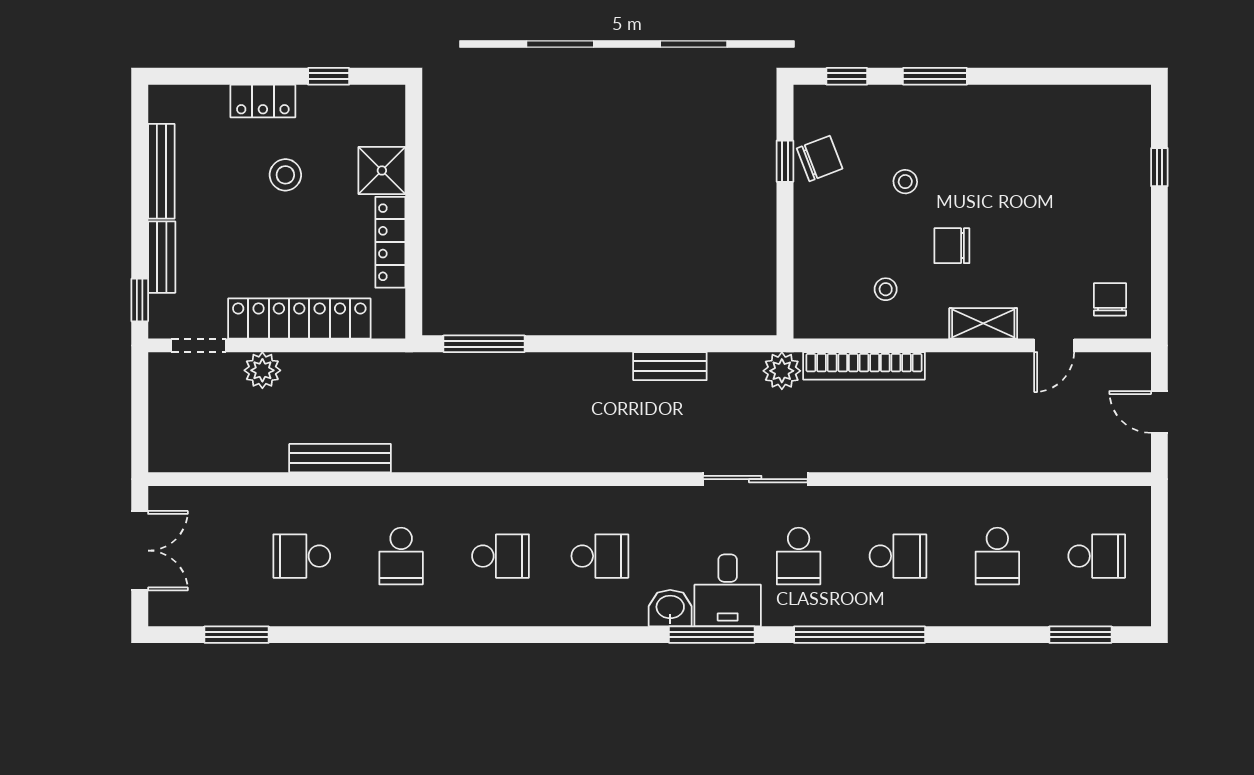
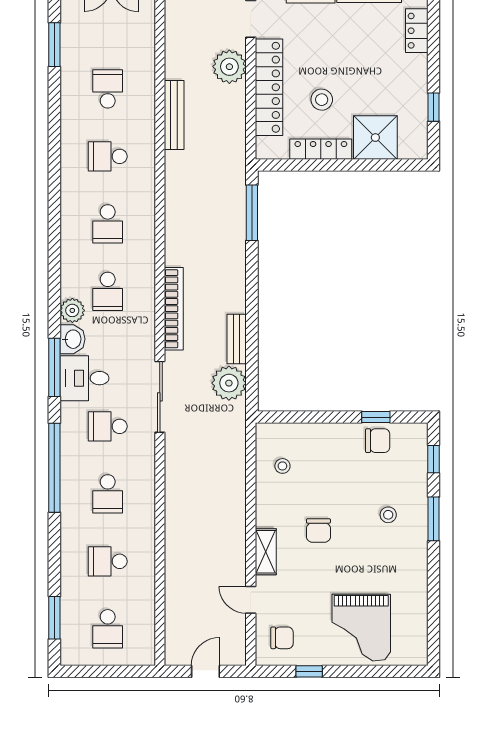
locker: (263, 101) -> (417, 31), moved
chair: (820, 158) -> (378, 441), turned -69
window: (1159, 167) -> (309, 671), moved
shower: (382, 170) -> (375, 138), width x1.36, depth x1.36
stool: (285, 175) -> (322, 100), moved
stool: (905, 182) -> (388, 515), moved
grand piano: (1095, 183) -> (361, 628), added
chair: (952, 246) -> (318, 530), turned 180
stool: (886, 289) -> (282, 466), moved
bookcase: (864, 366) -> (174, 309), moved, turned 180
plant: (262, 370) -> (229, 67), width x1.36, depth x1.36
plant: (782, 371) -> (229, 383), moved, width x1.36, depth x1.36
plant: (628, 608) -> (72, 310), added

